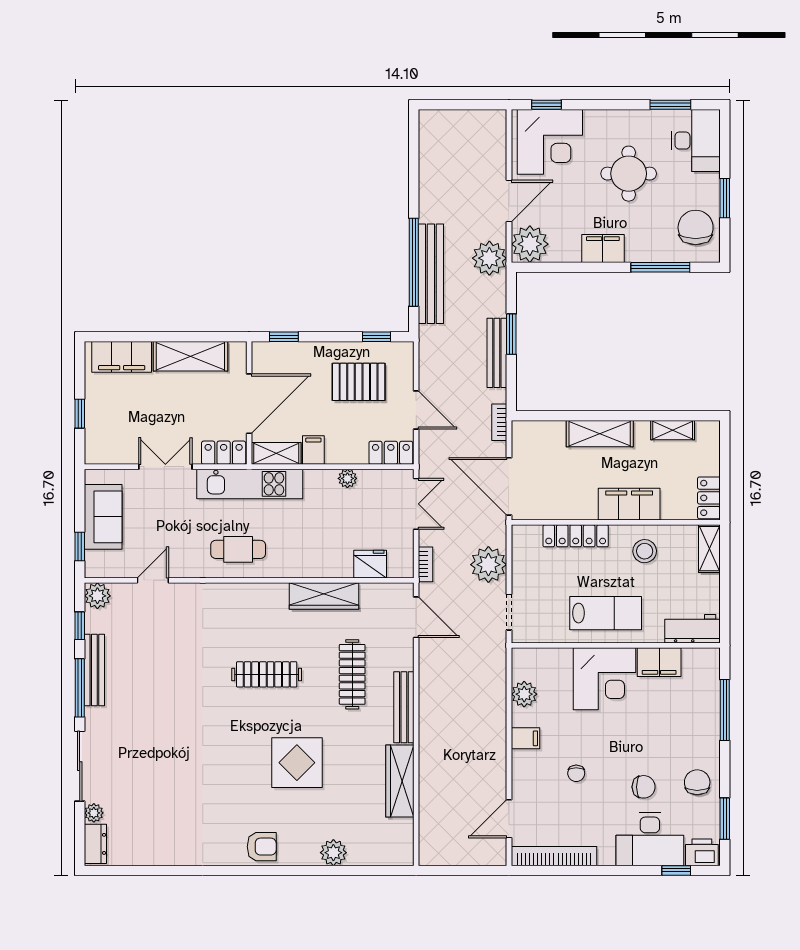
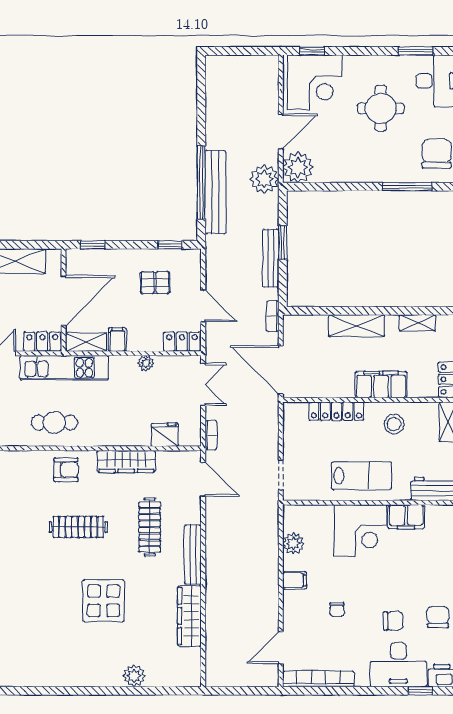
filing cabinet: (603, 248) -> (359, 171), removed
pallet: (359, 382) -> (155, 282), width x0.67, depth x0.71
plant: (488, 565) -> (264, 435), removed
armchair: (262, 847) -> (66, 470), moved

